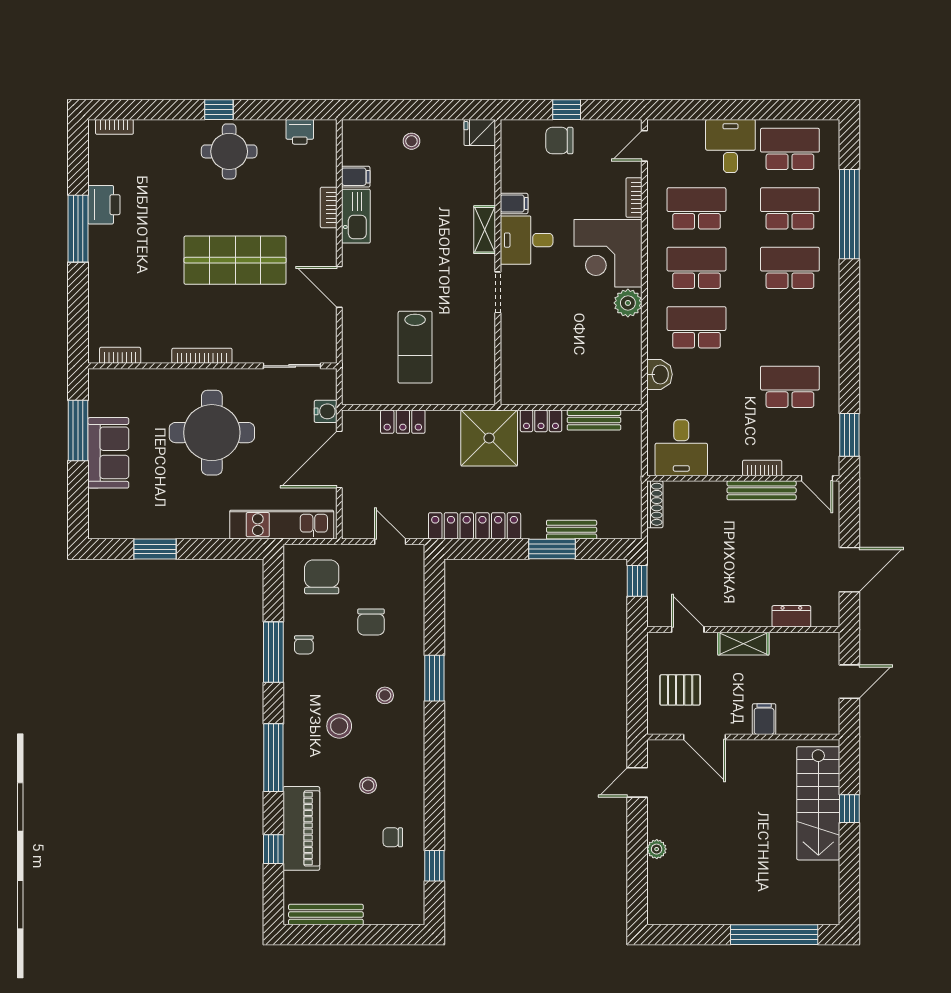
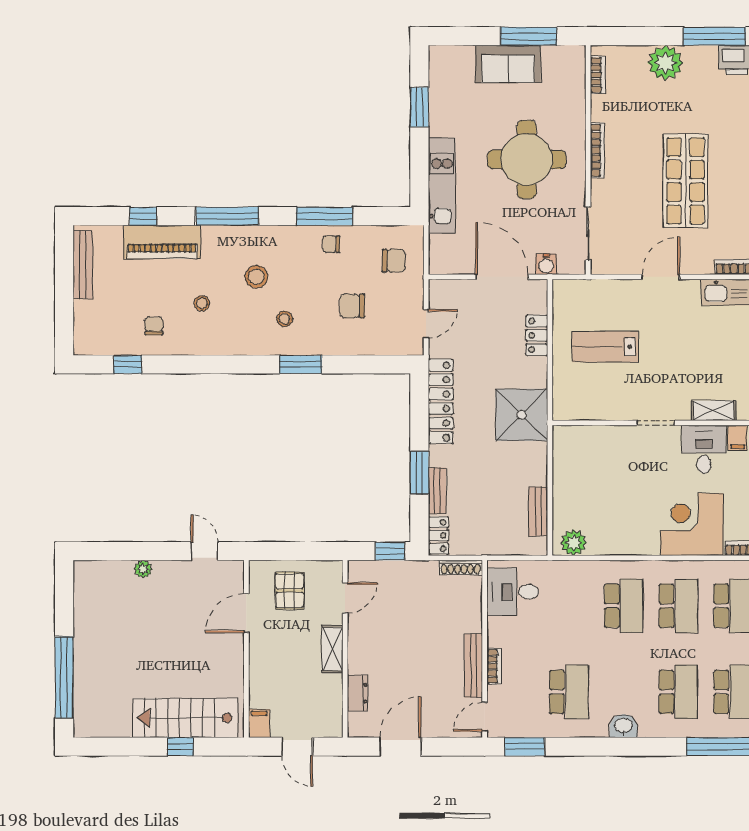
plant: (107, 282) -> (665, 63), added
plant: (628, 303) -> (574, 543), moved
washbasin: (660, 374) -> (623, 726), moved, turned 180
locker: (541, 421) -> (439, 536), moved, turned 180
kitchen unit: (282, 525) -> (442, 186), moved
door: (849, 570) -> (400, 747), swing flipped
chair: (322, 577) -> (394, 261), width x0.73, depth x0.73
filing cabinet: (764, 719) -> (259, 723), moved, turned -90

